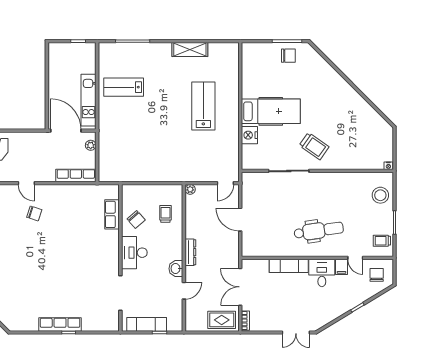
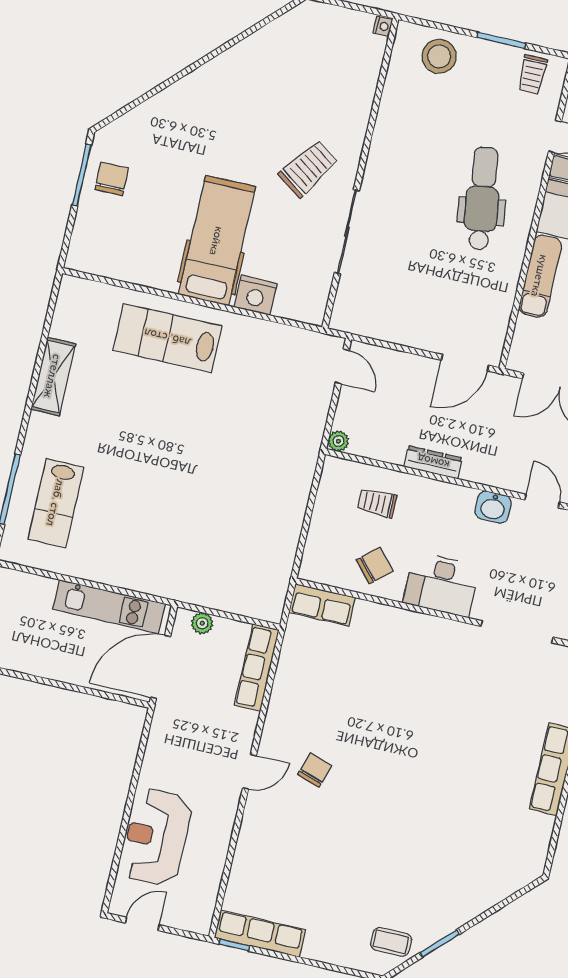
lab bench: (124, 87) -> (56, 503), moved
lab bench: (203, 106) -> (167, 338), moved
row of seats: (112, 214) -> (322, 605), moved
door: (240, 220) -> (465, 363), moved
dresser: (190, 252) -> (433, 462), moved

